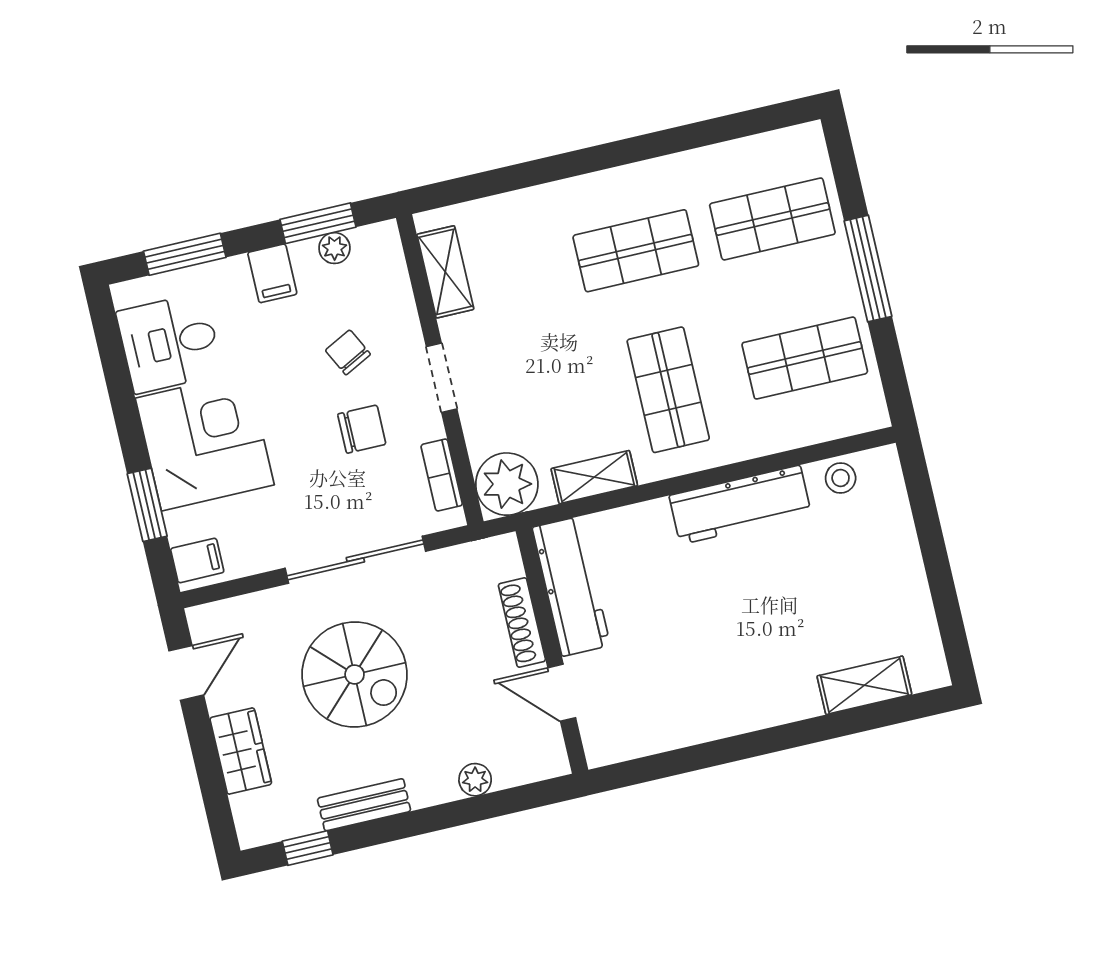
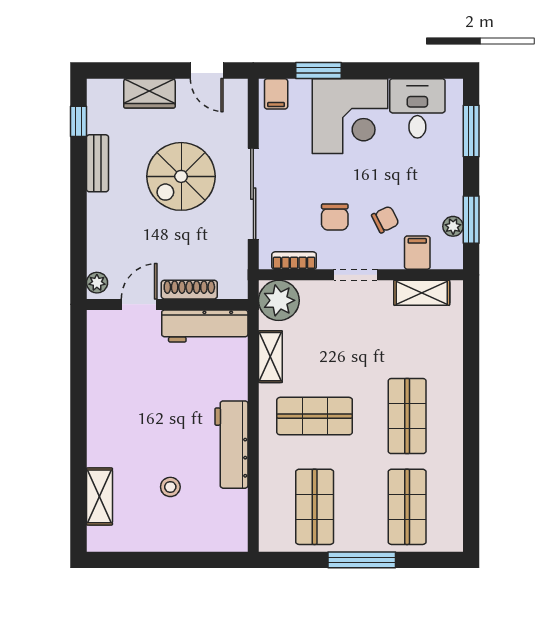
filing cabinet: (272, 273) -> (417, 253), moved, turned 90
stool: (841, 478) -> (170, 487), moved
plant: (475, 780) -> (97, 283), moved

